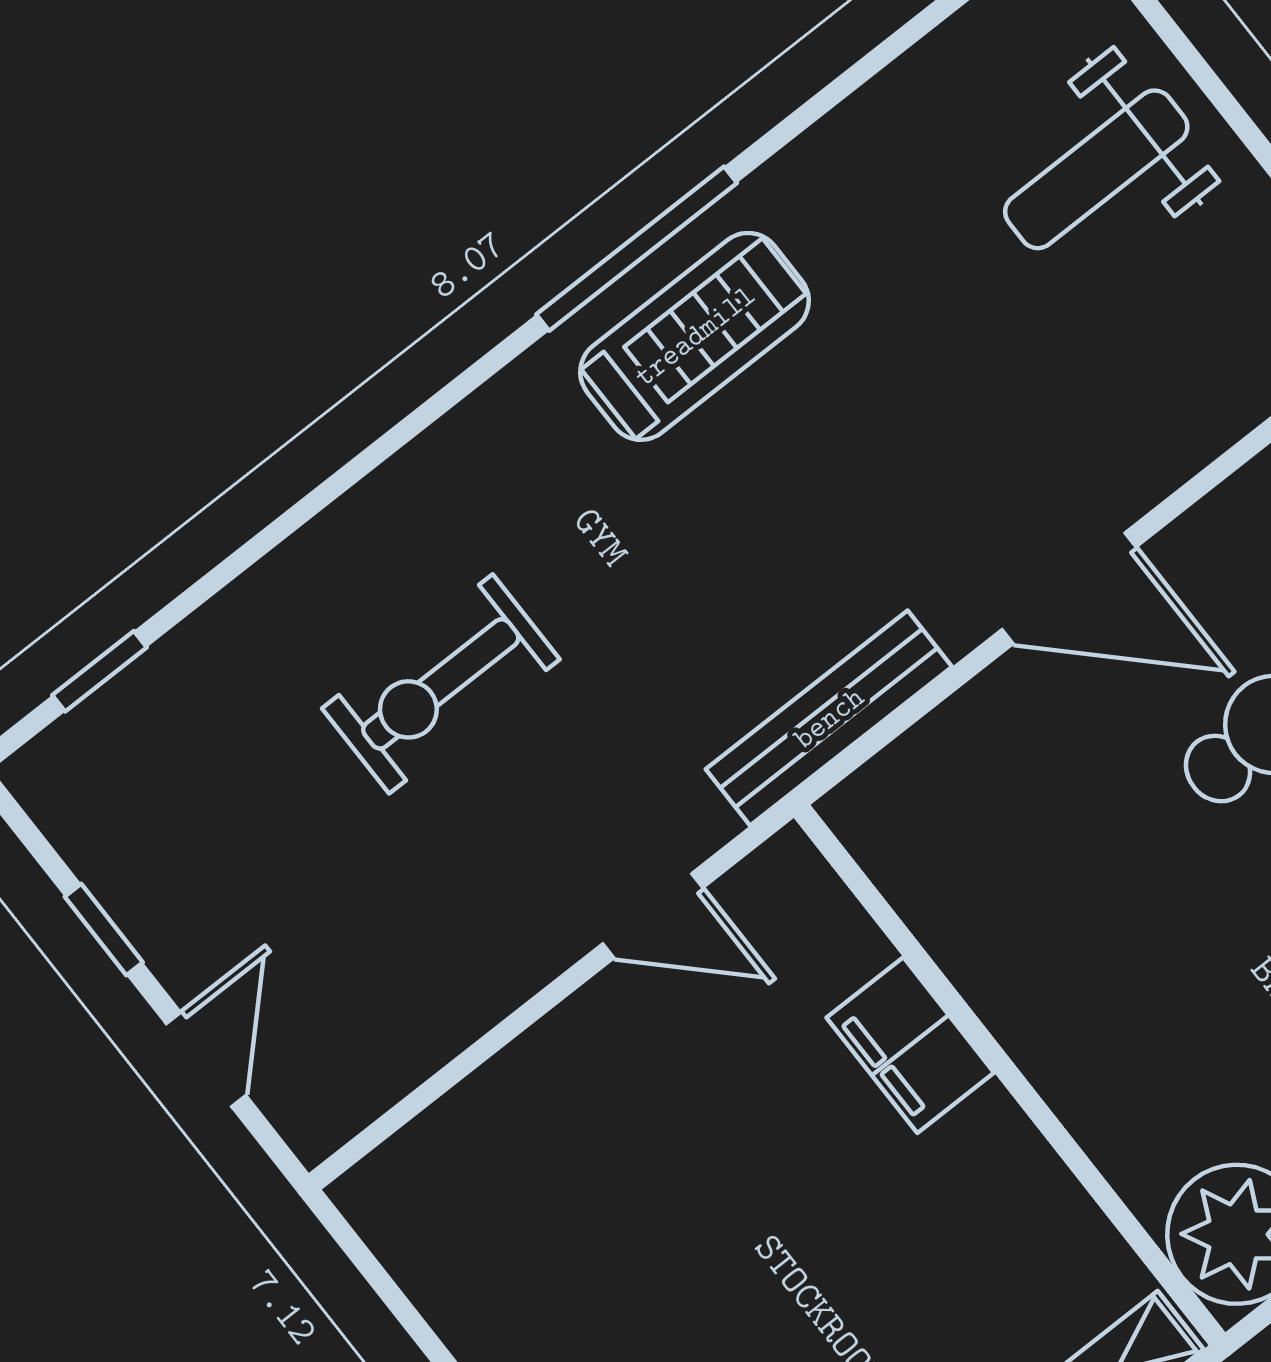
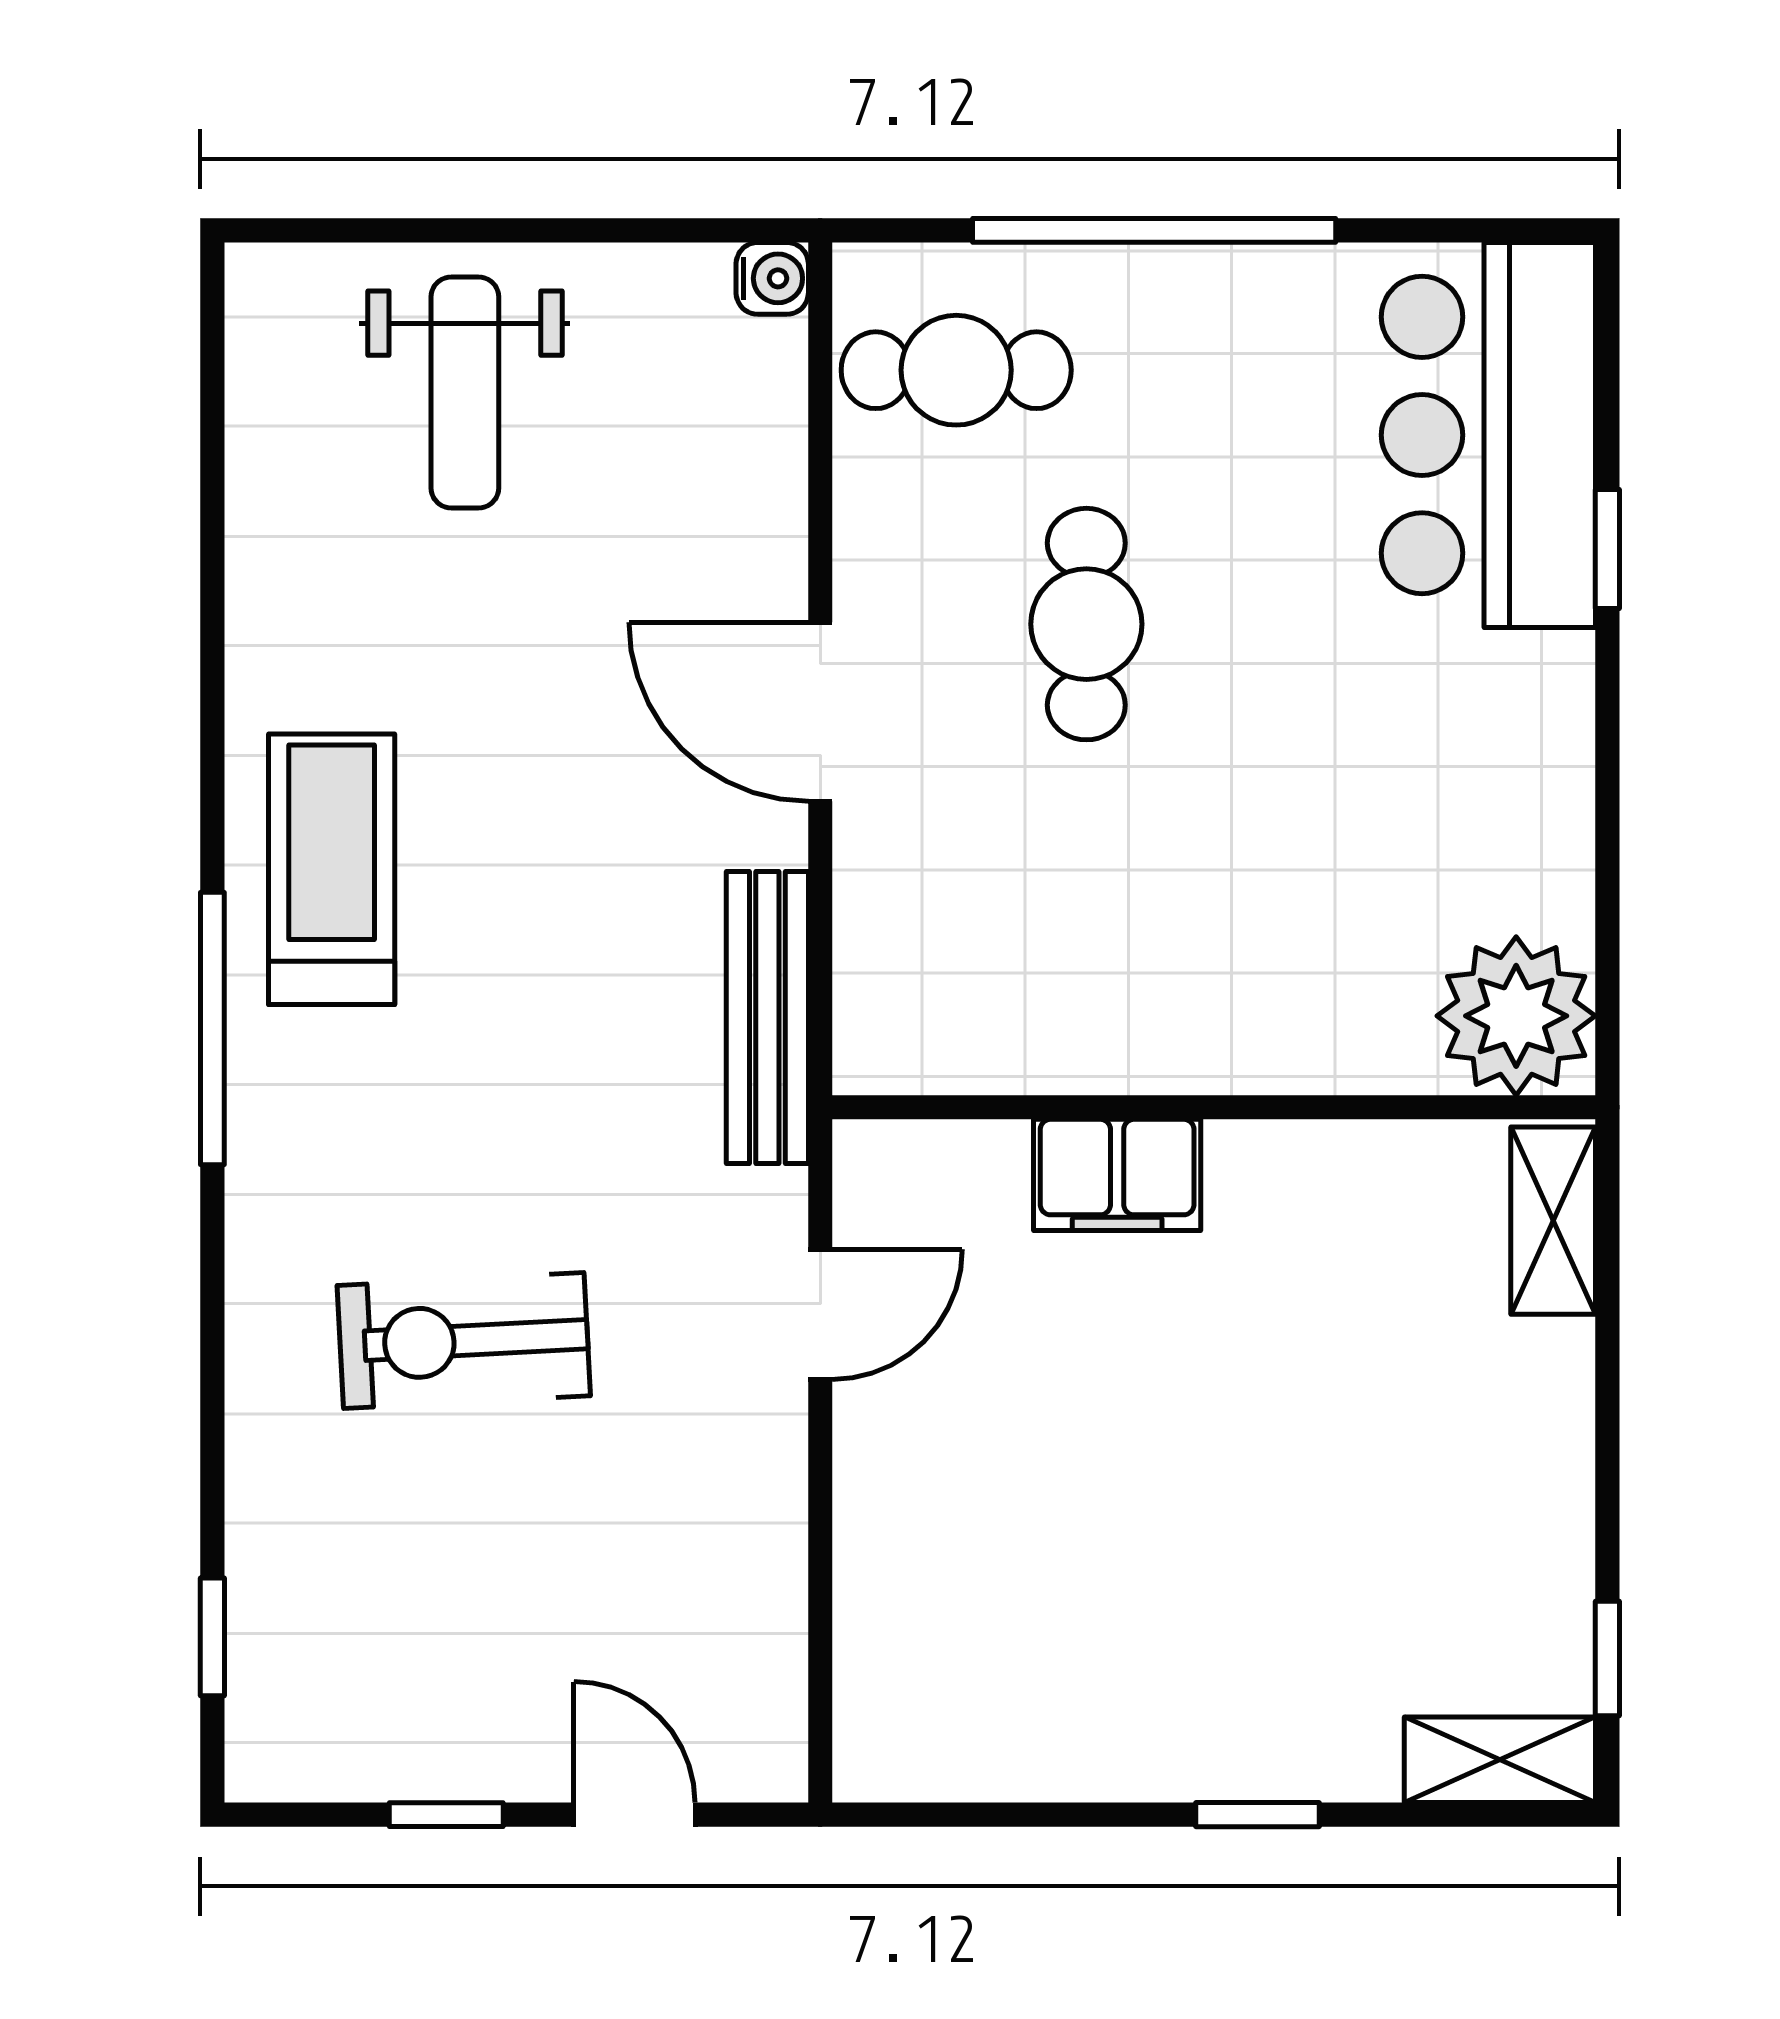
window: (637, 249) -> (212, 1028), moved
door: (1069, 588) -> (820, 712), swing flipped
exercise bike: (441, 684) -> (464, 1341), turned 87

